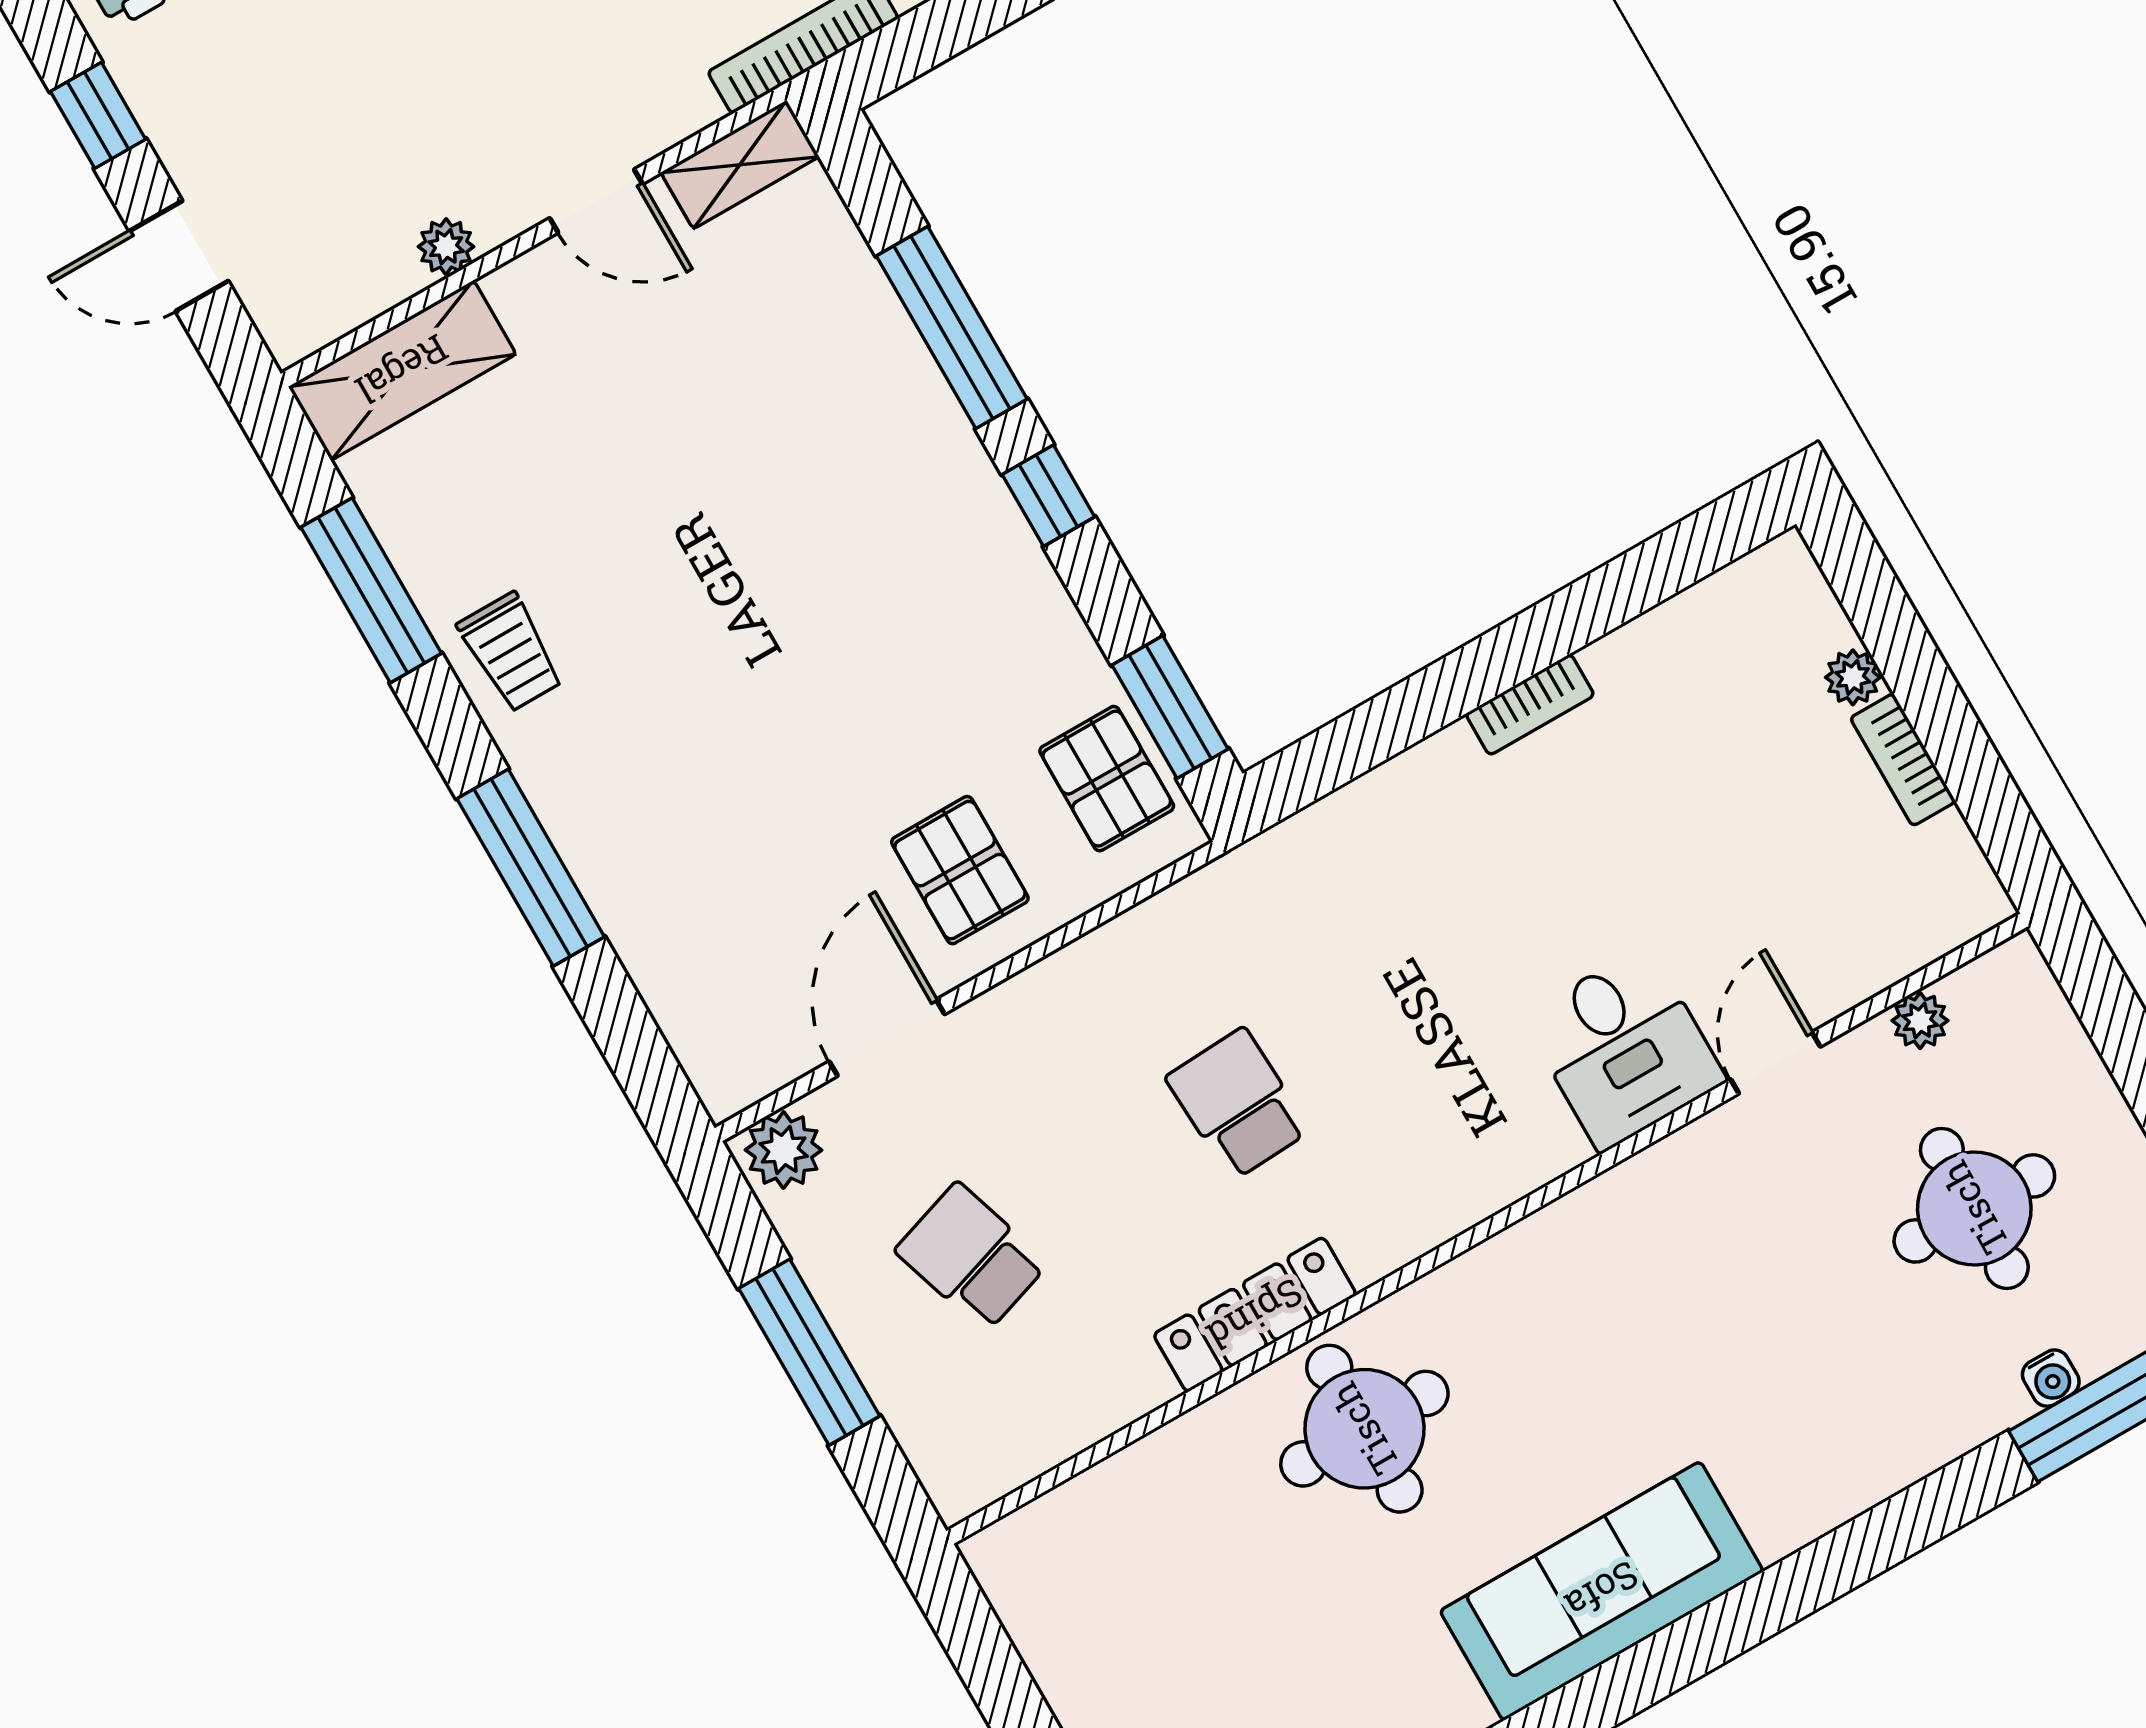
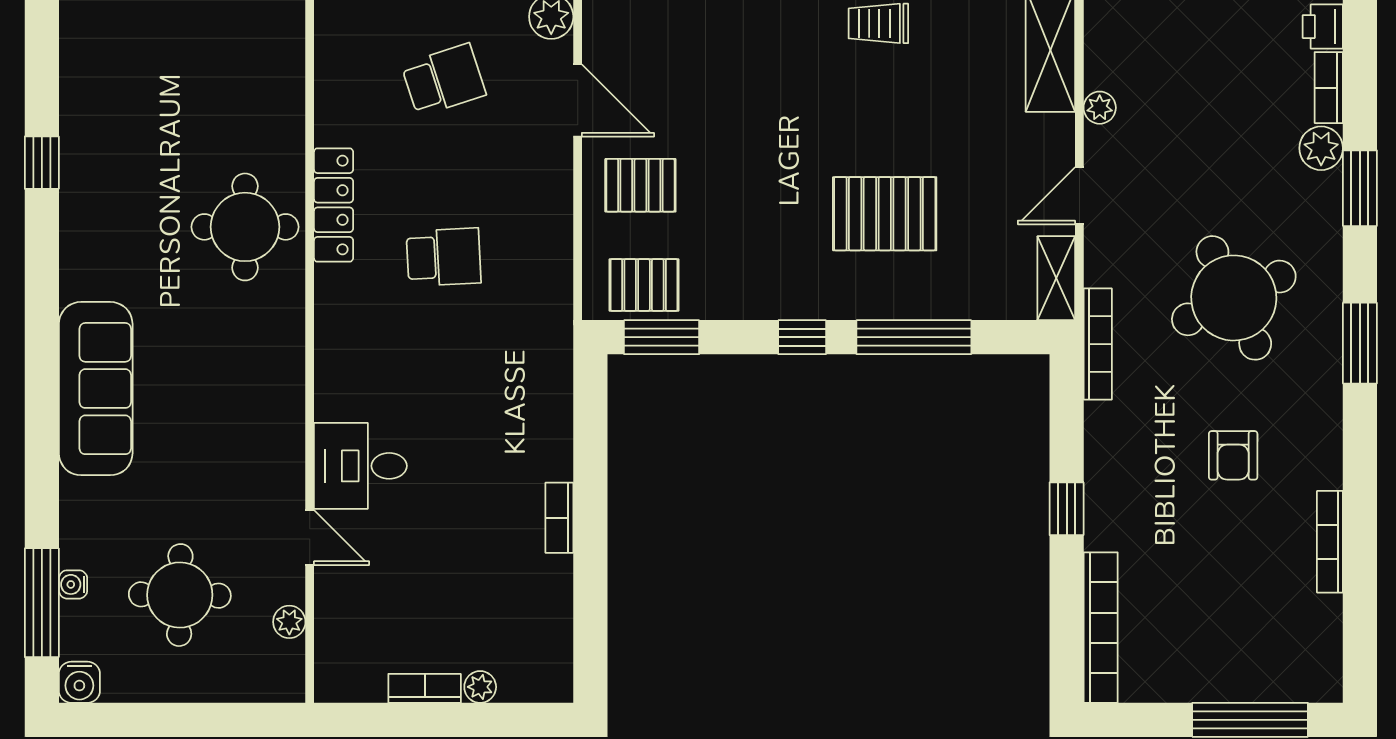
pallet: (791, 478) -> (885, 214), added
sofa: (1602, 1591) -> (96, 389), moved

